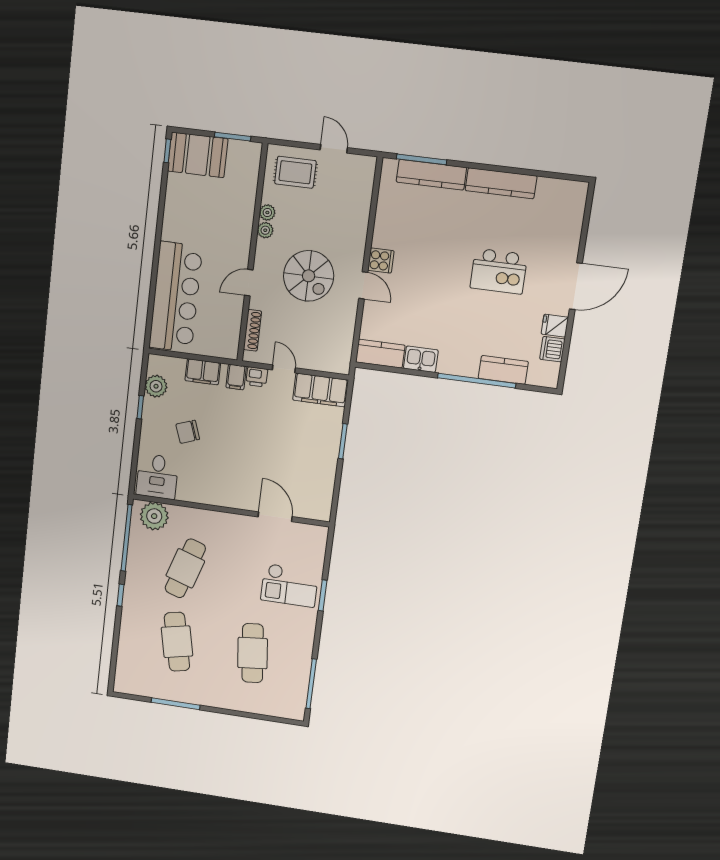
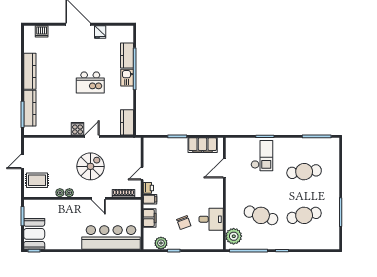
rug: (295, 172) -> (37, 180), turned 90
kitchen island: (499, 271) -> (90, 82), moved, turned 90
dishwasher: (552, 349) -> (42, 31), moved
kitchen sink: (421, 359) -> (127, 78), moved
filing cabinet: (320, 390) -> (203, 145), moved, turned 90
desk: (157, 476) -> (211, 219), moved

